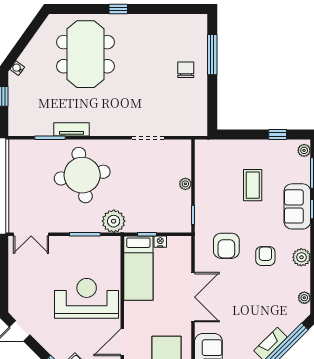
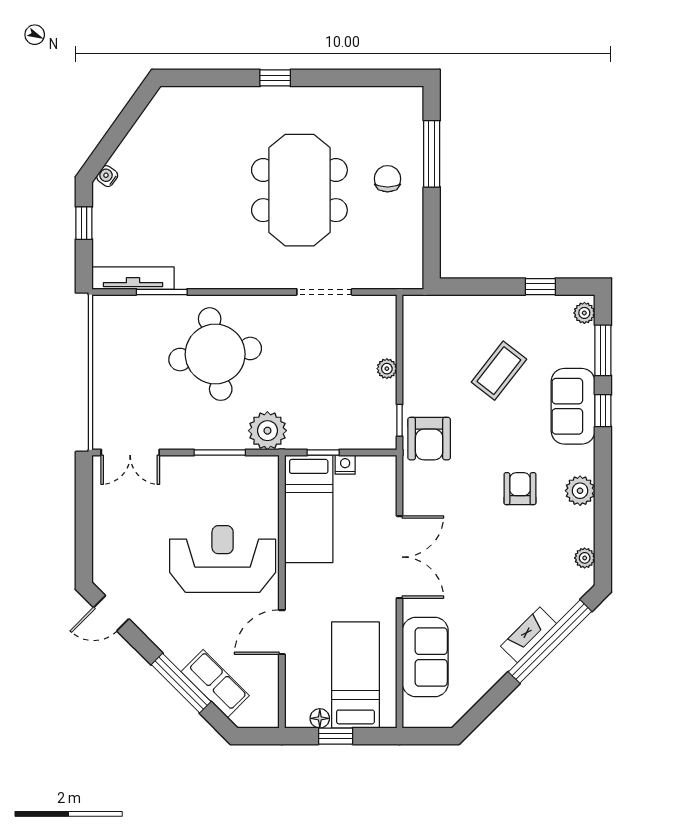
meeting table: (85, 54) -> (299, 190), moved
tv unit: (72, 129) -> (133, 278), moved, width x1.41
coffee table: (253, 185) -> (499, 371), turned 38
armchair: (226, 246) -> (429, 439), moved

